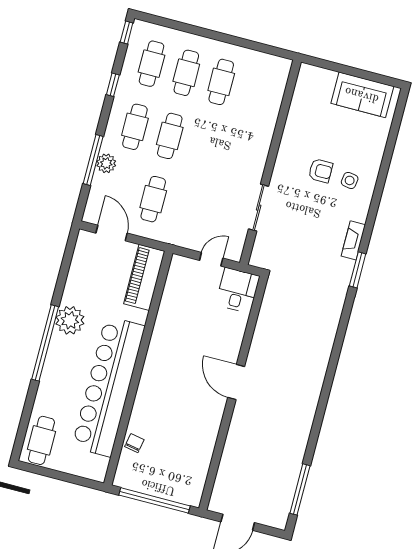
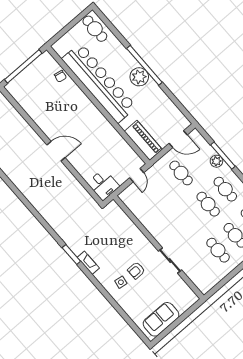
sliding door: (259, 208) -> (170, 260), moved
door: (211, 259) -> (137, 175), moved
plant: (70, 320) -> (139, 77), moved

